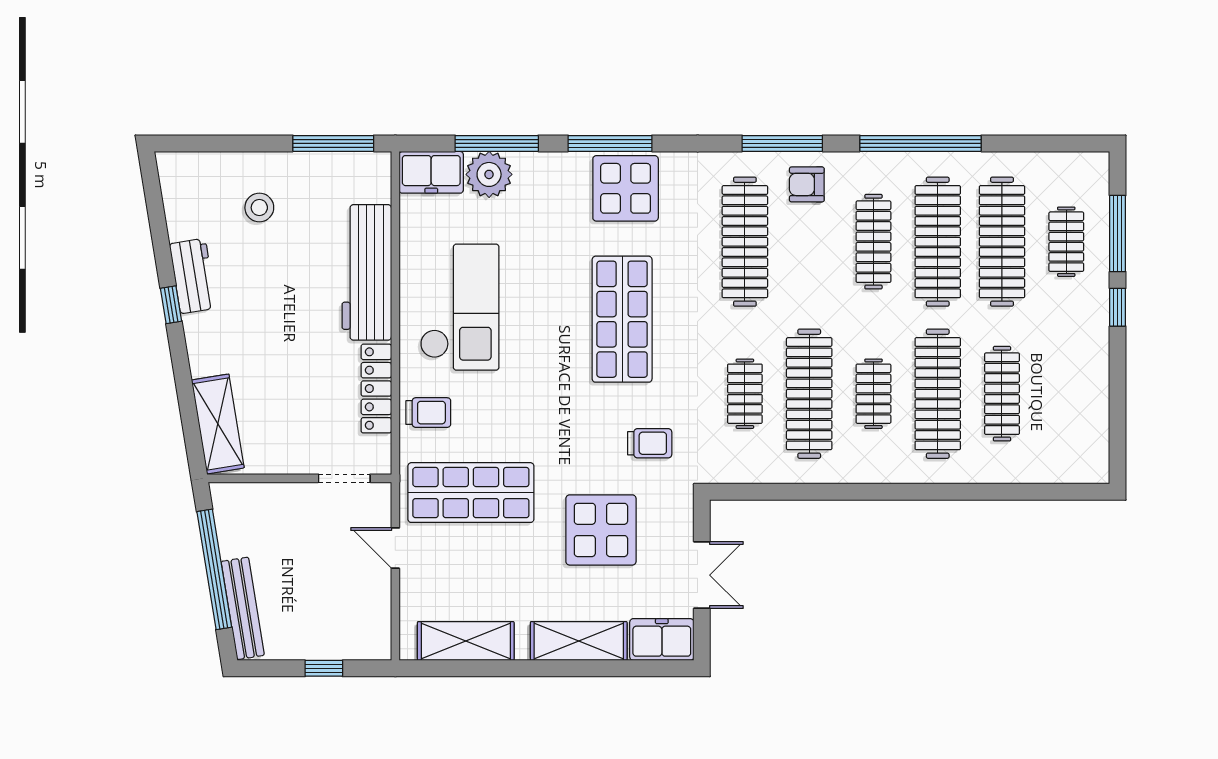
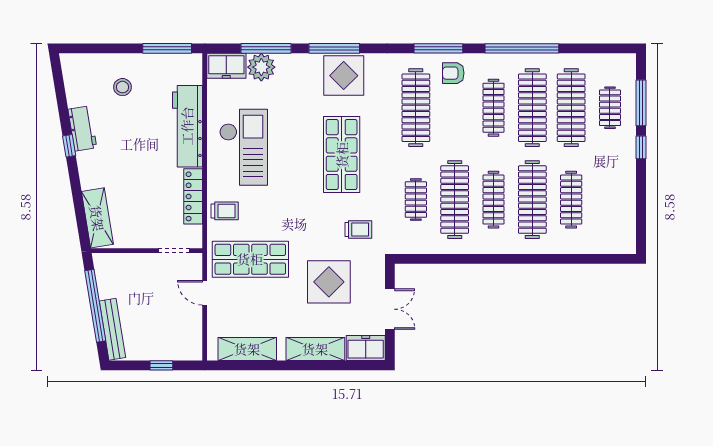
clothes rail: (873, 394) -> (494, 200), width x1.36

